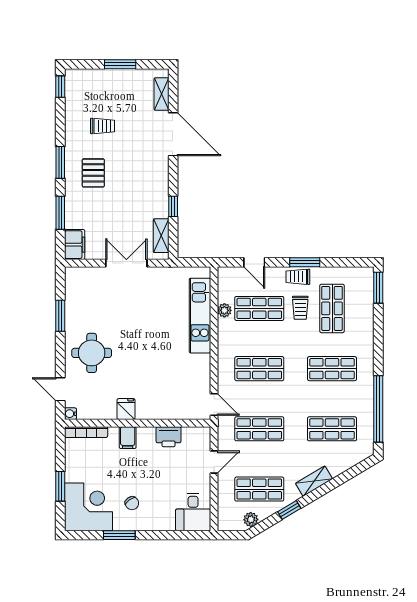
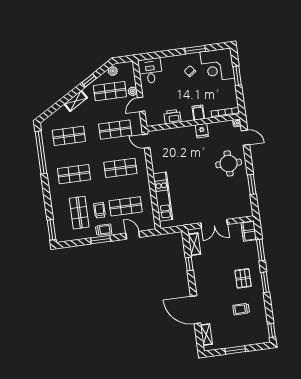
plant: (224, 310) -> (133, 91), moved

